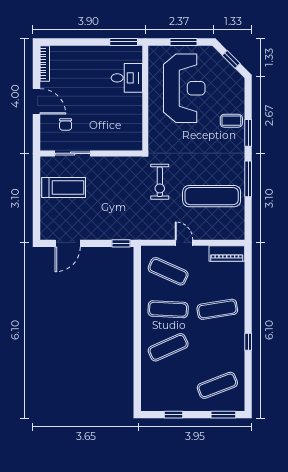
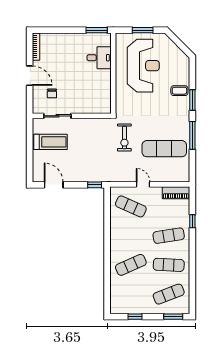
window: (231, 59) -> (179, 43), removed
door: (68, 243) -> (54, 185), swing flipped
exercise mat: (168, 309) -> (169, 265), moved
window: (248, 342) -> (192, 221), moved

